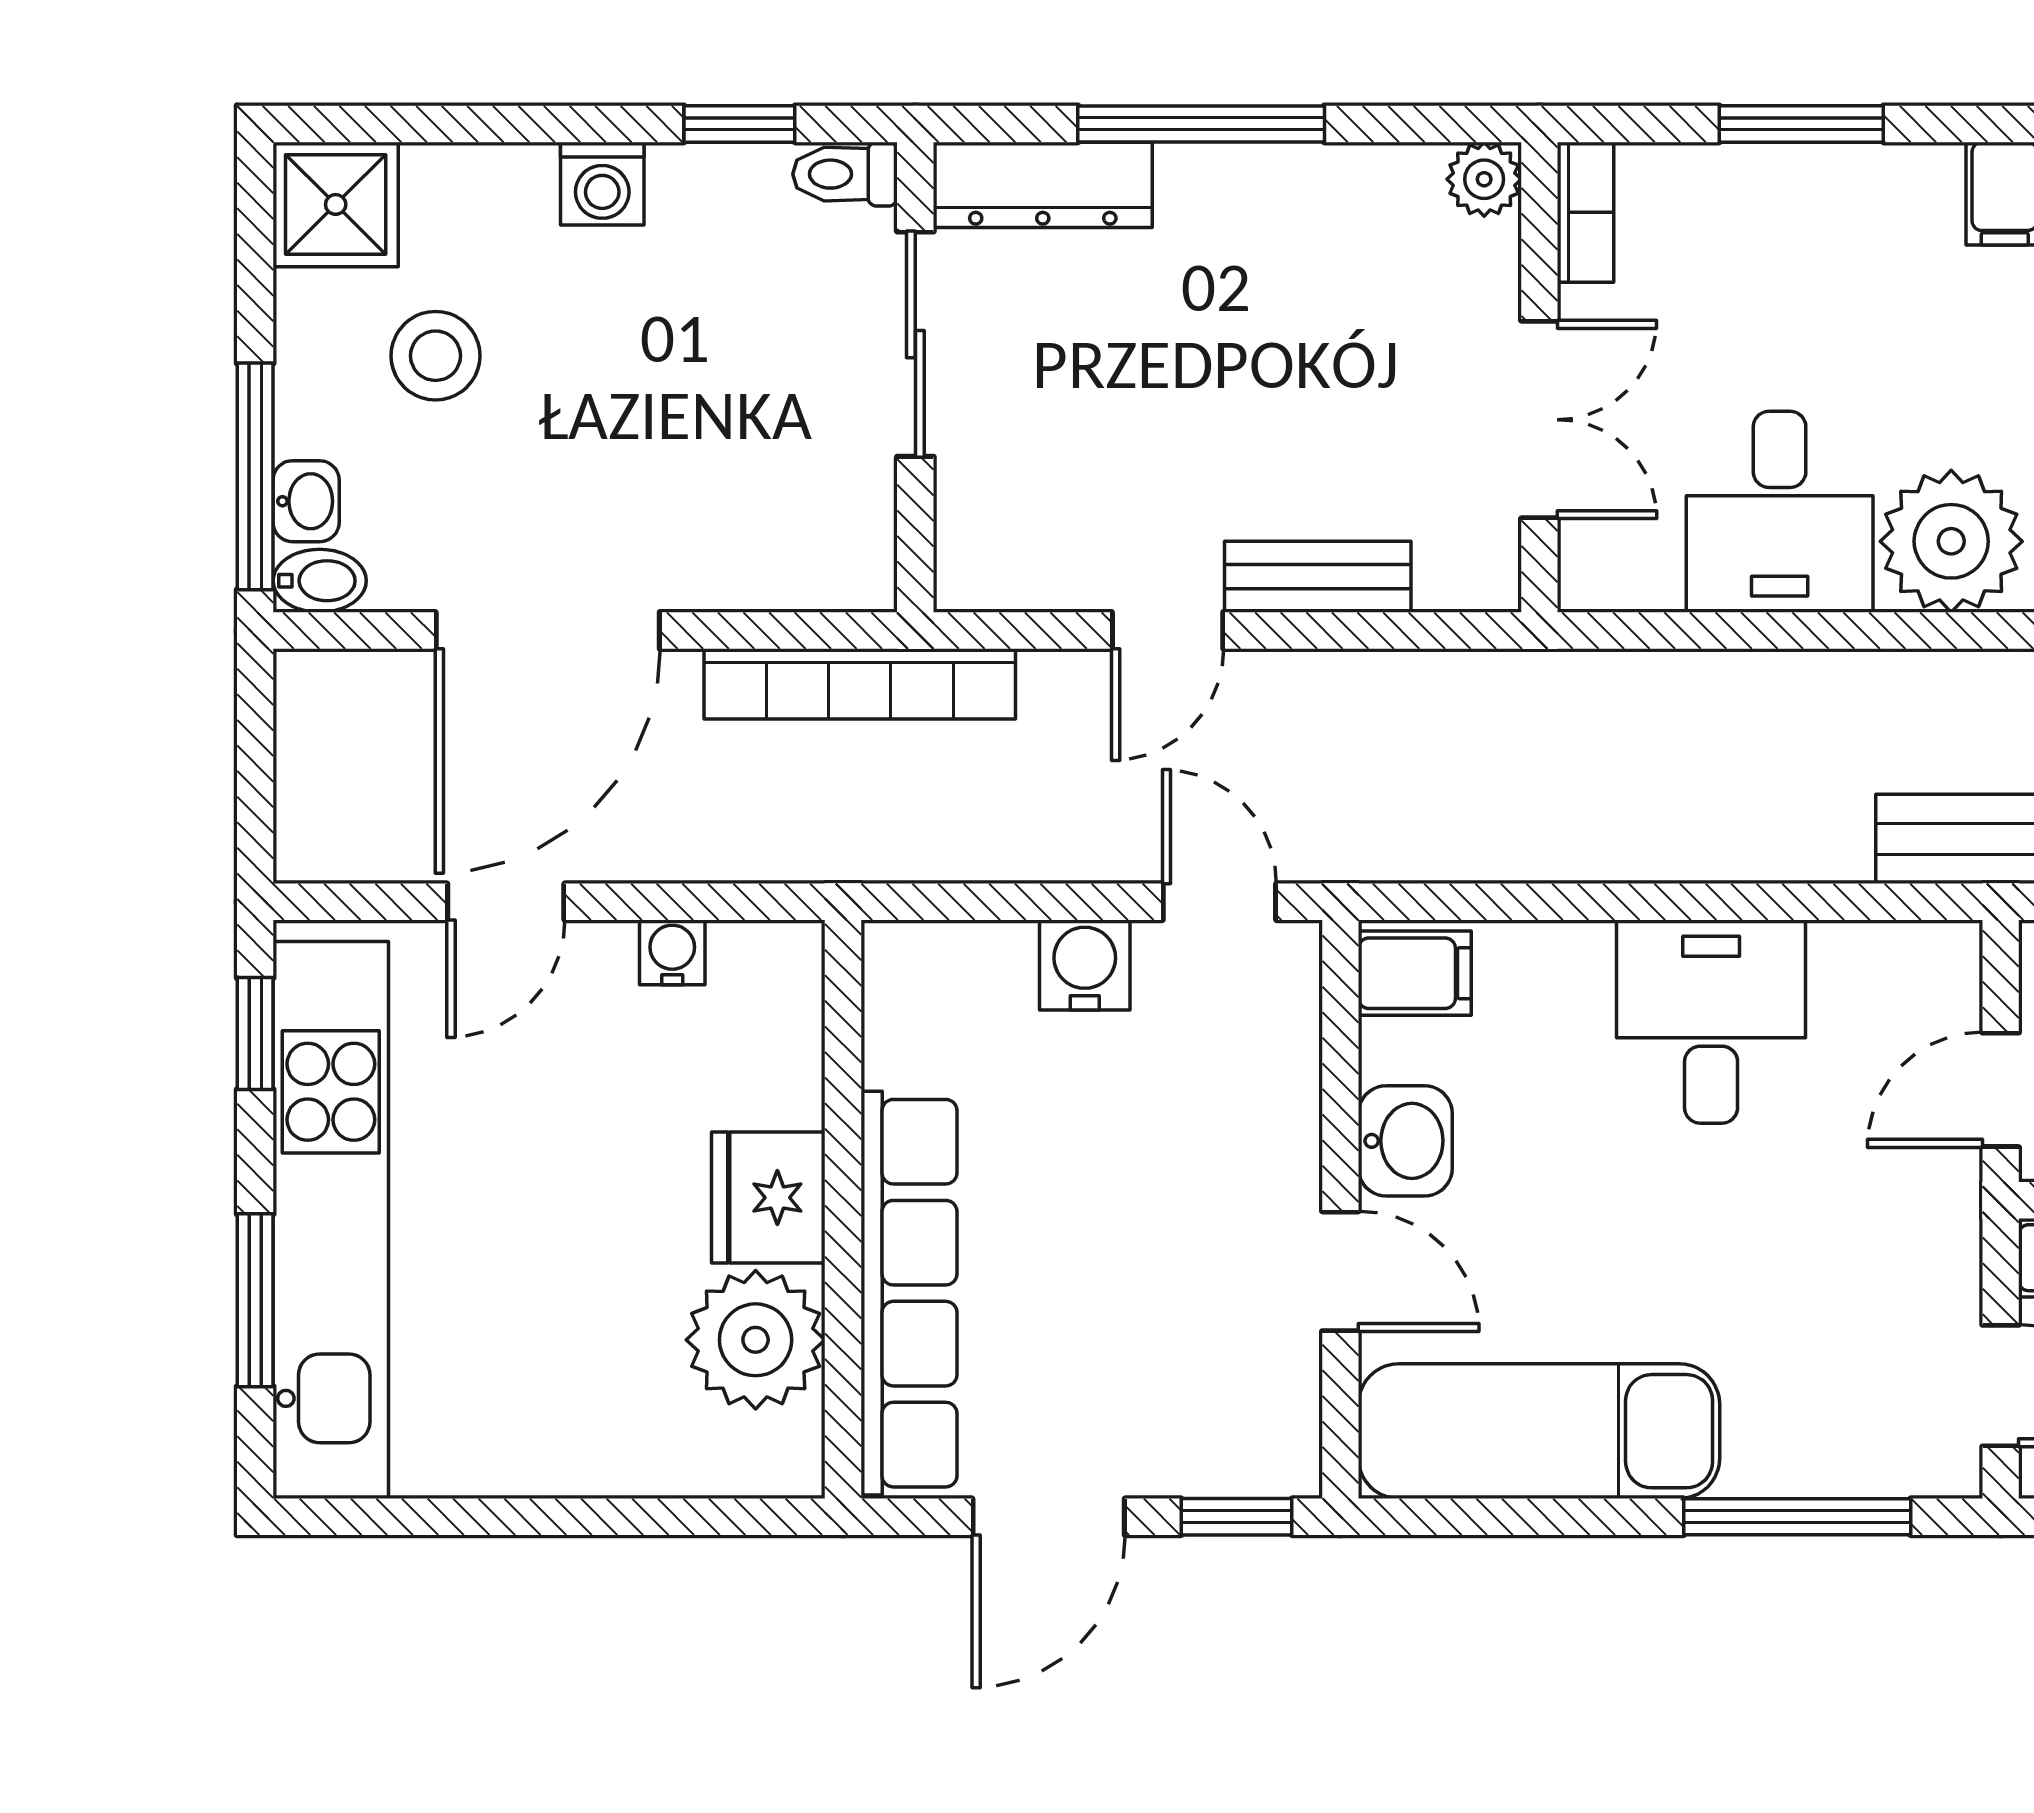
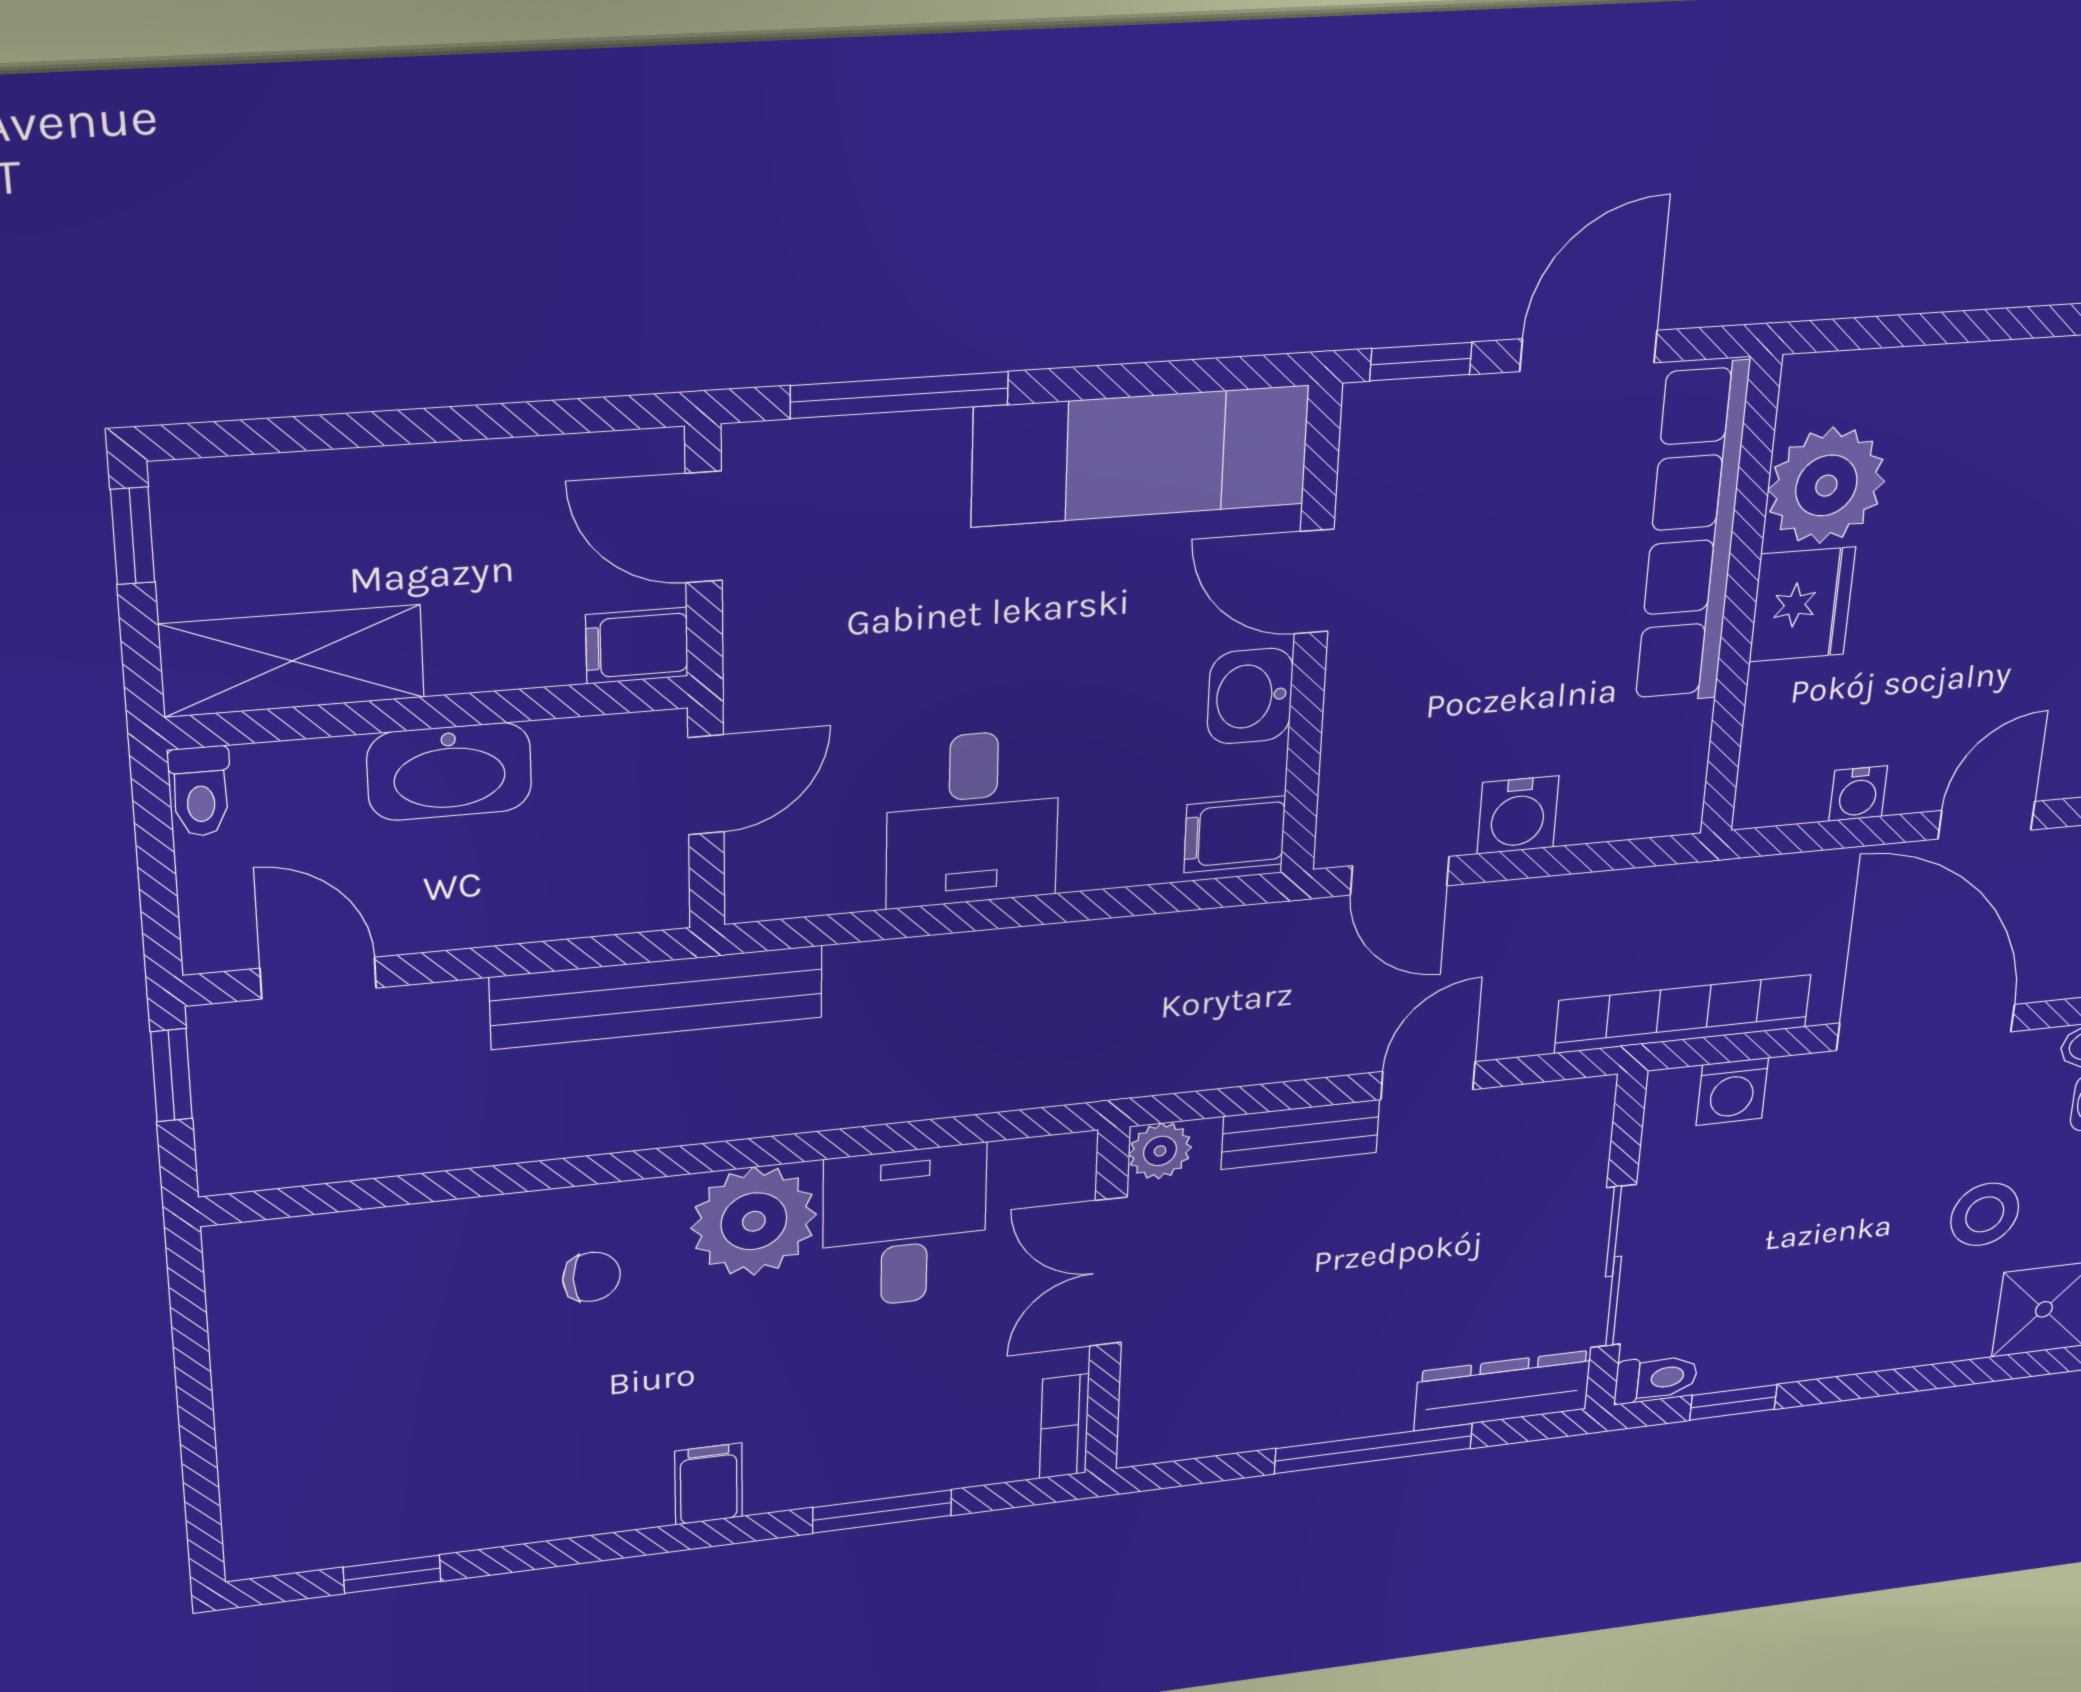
plant: (1484, 179) -> (1160, 1151), moved
washing machine: (602, 184) -> (1732, 1092), moved, turned 180
door: (548, 630) -> (1926, 1027), hinge flipped

